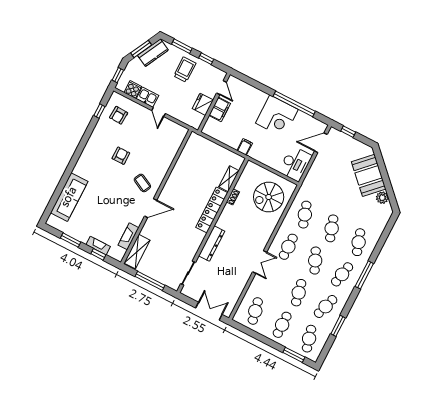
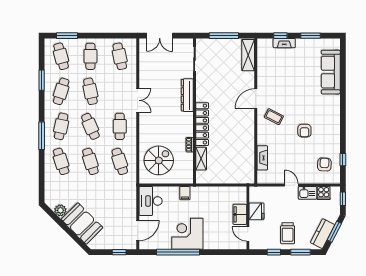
filing cabinet: (245, 147) -> (185, 193), moved
fireplace: (128, 236) -> (262, 158), moved
double door: (260, 262) -> (138, 100), swing flipped

